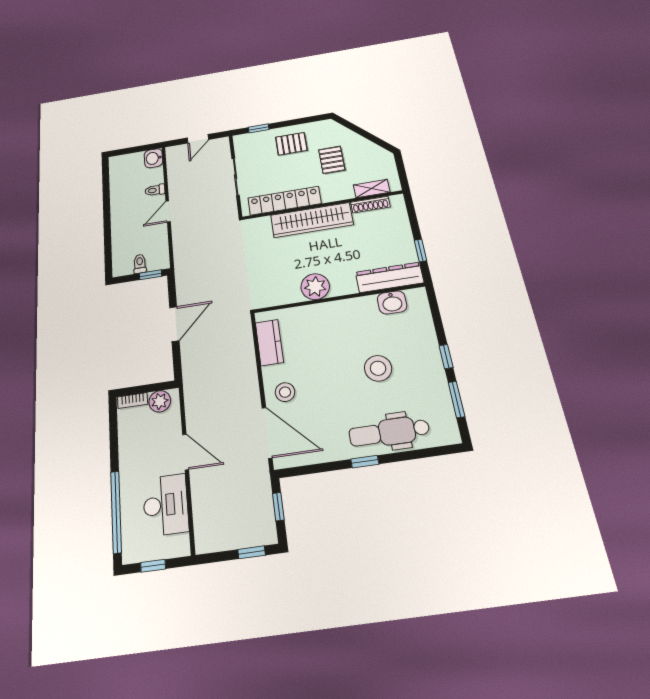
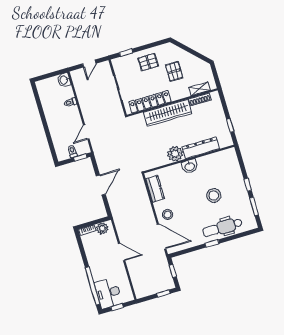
door: (168, 211) -> (86, 132), moved
dresser: (390, 277) -> (201, 148), moved
washbasin: (392, 302) -> (190, 166), moved
desk: (166, 505) -> (108, 293), moved, turned 180

